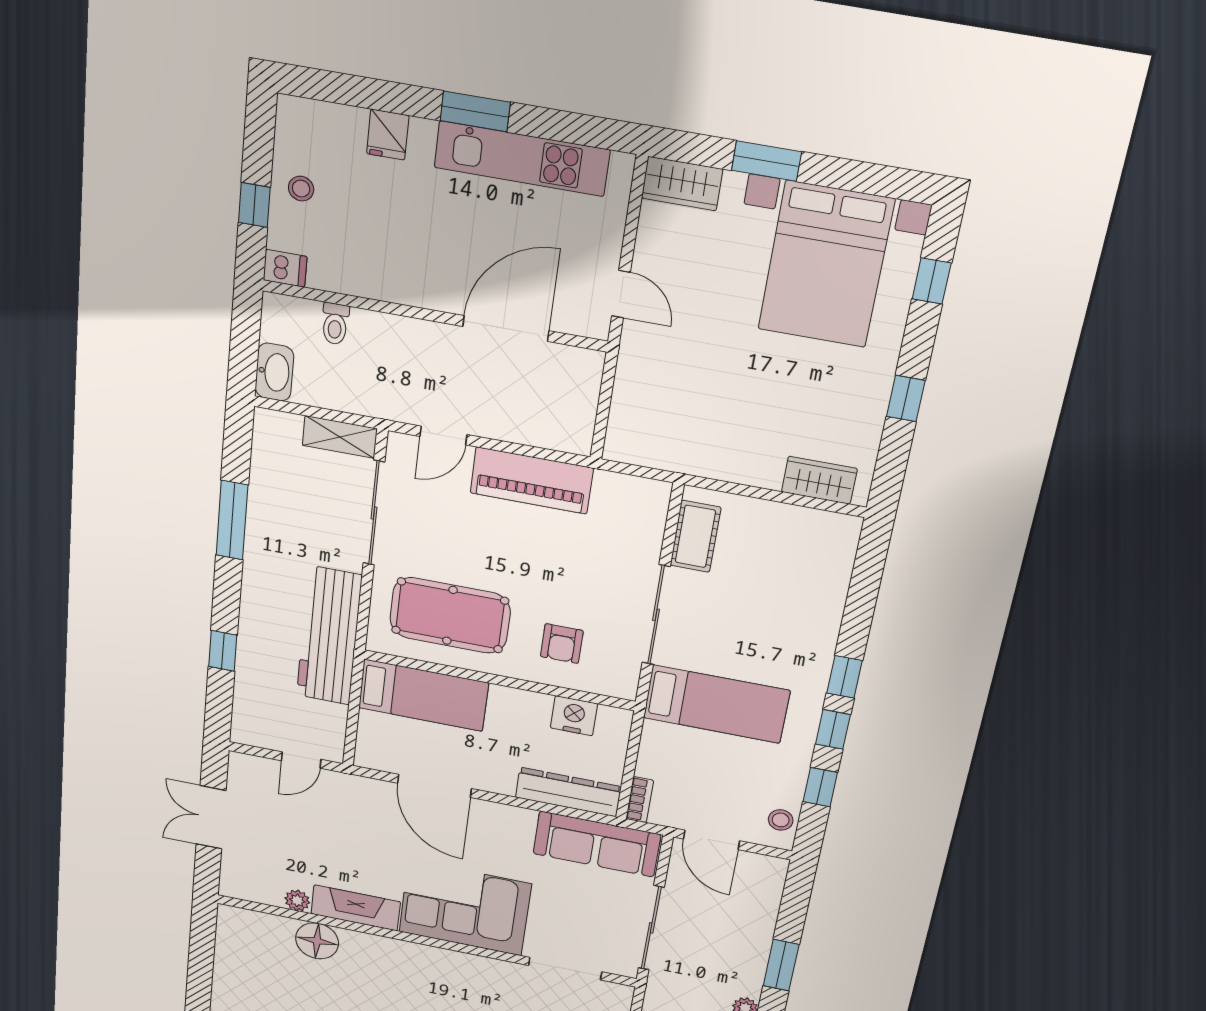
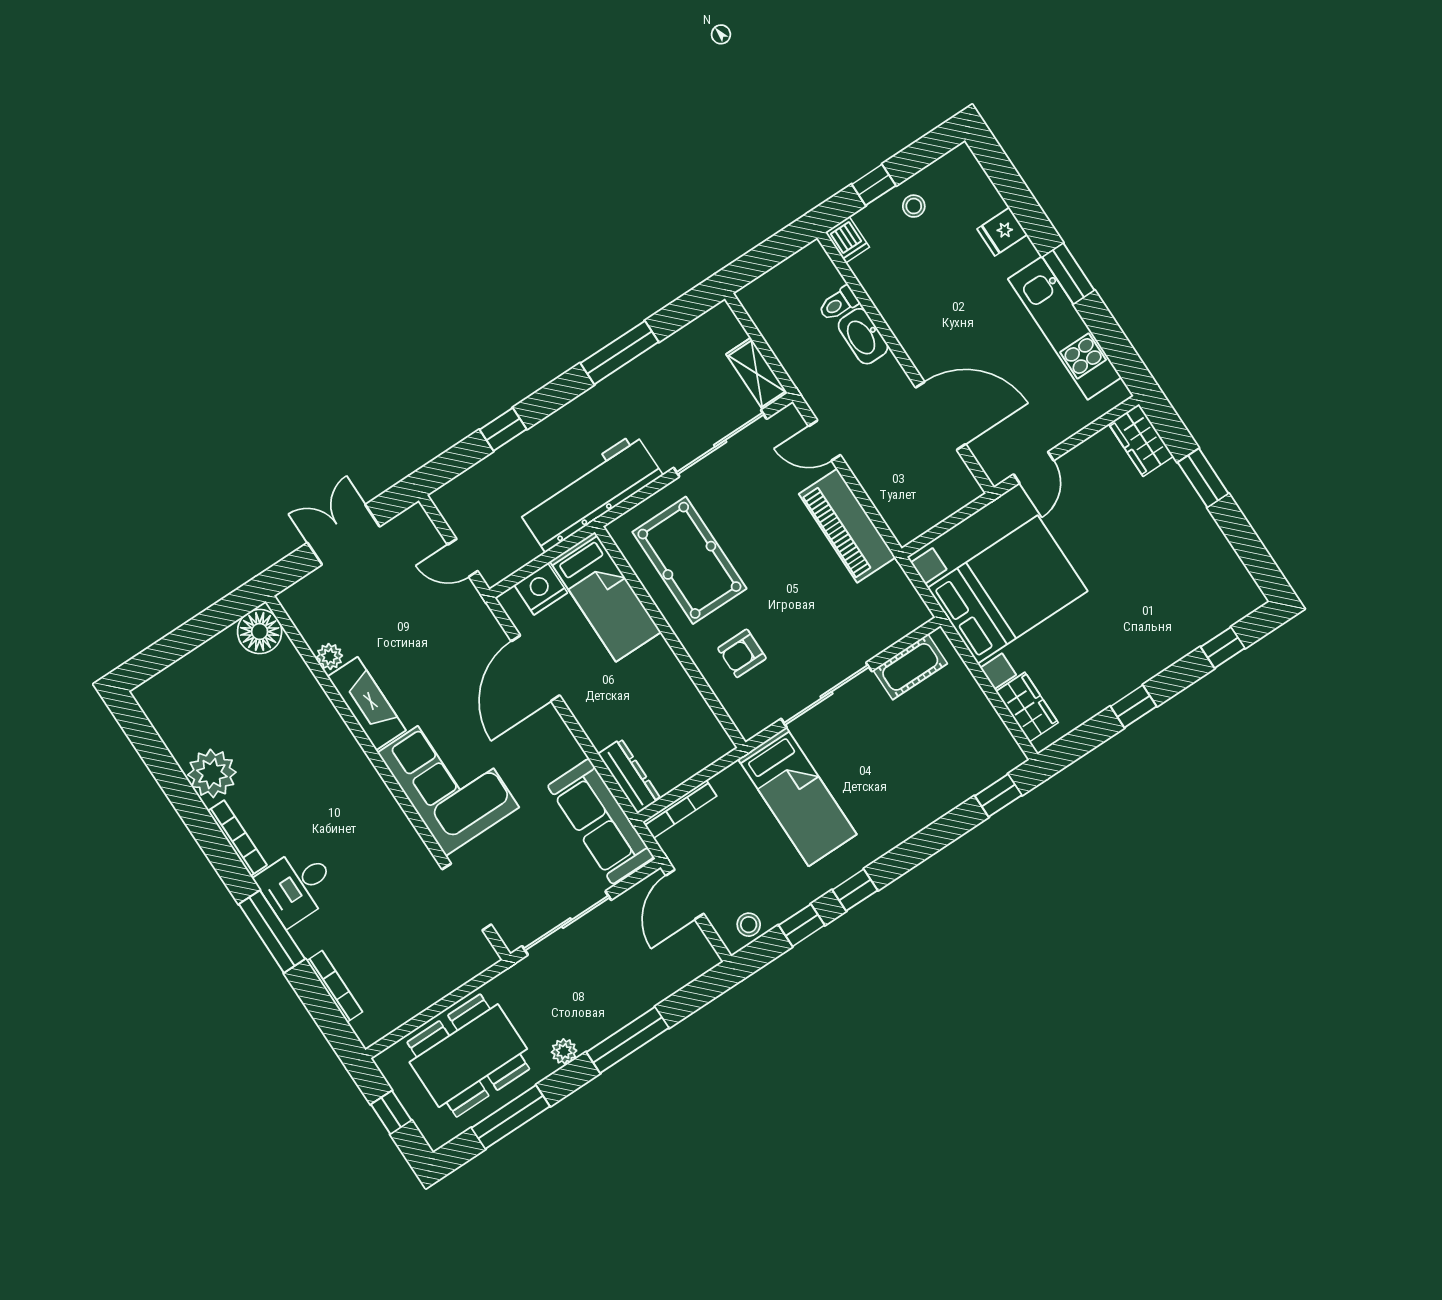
bed with nightstands: (826, 265) -> (1008, 590), moved, turned 180
washbasin: (274, 372) -> (863, 336), moved, turned 90
window: (844, 677) -> (998, 796), moved
nightstand: (574, 716) -> (541, 589), moved, turned -90
dresser: (568, 792) -> (629, 776), width x0.73, depth x0.80
bookcase: (640, 800) -> (680, 809), width x1.56
floor lamp: (317, 941) -> (260, 632), moved
window: (781, 965) -> (628, 1040), width x1.44

